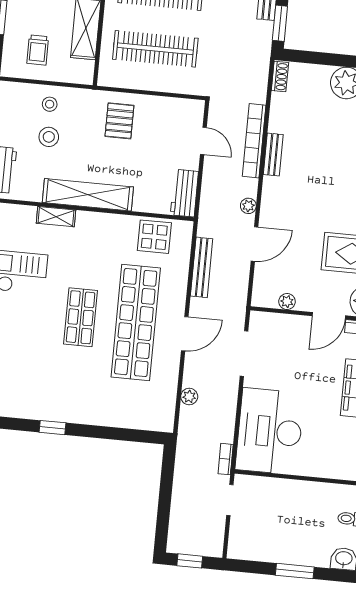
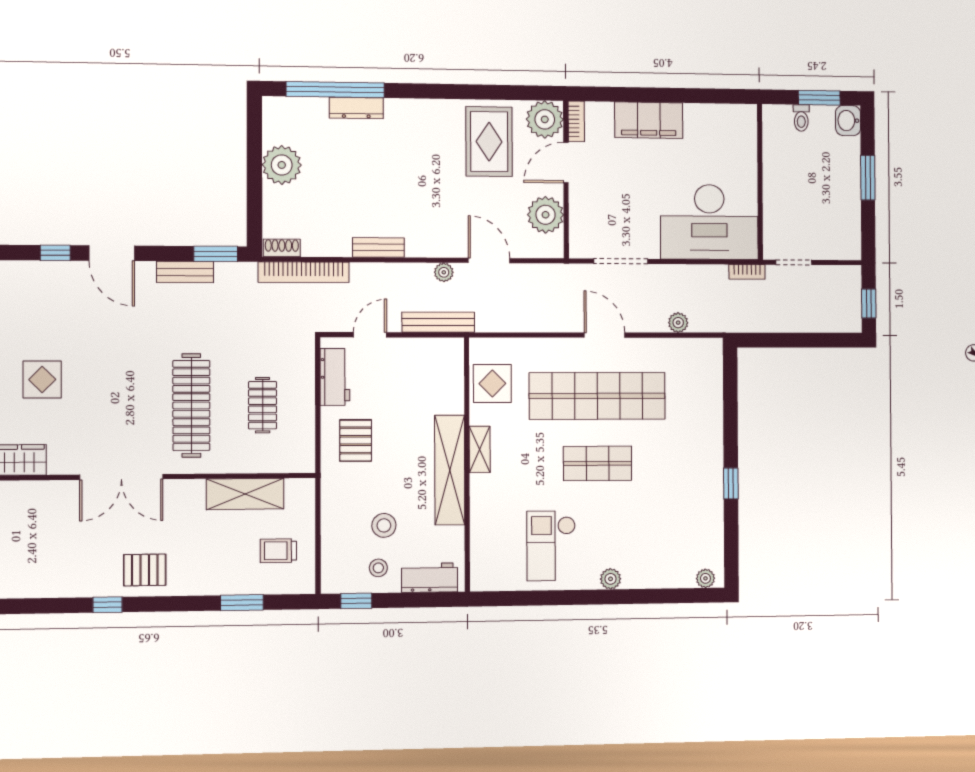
clothes rail: (155, 49) -> (263, 405), width x0.54, depth x0.76
trolley: (38, 50) -> (278, 551), turned 180
stool: (50, 104) -> (378, 568), moved
pallet: (119, 121) -> (356, 440), turned 90
bookcase: (254, 141) -> (304, 272), moved
workbench: (184, 193) -> (335, 377), moved, turned -90
shelving: (56, 217) -> (480, 449), moved
bench: (202, 267) -> (438, 322), moved
plant: (287, 302) -> (546, 215), width x1.88, depth x1.88
door: (329, 316) -> (566, 163), swing flipped

